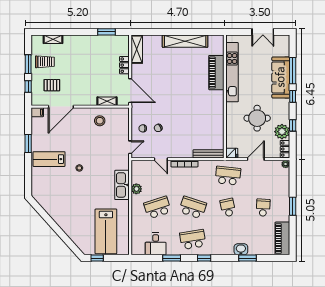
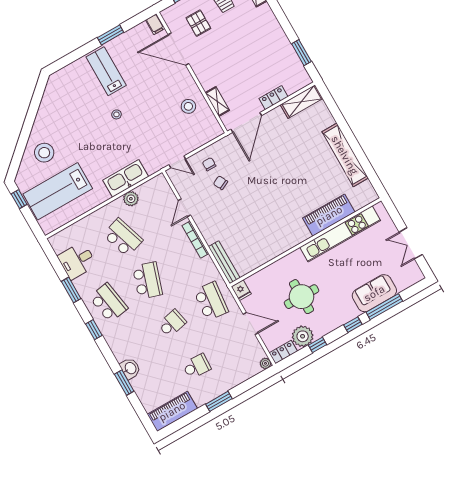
sofa: (281, 77) -> (374, 293), width x0.73
stool: (77, 226) -> (44, 153), added

